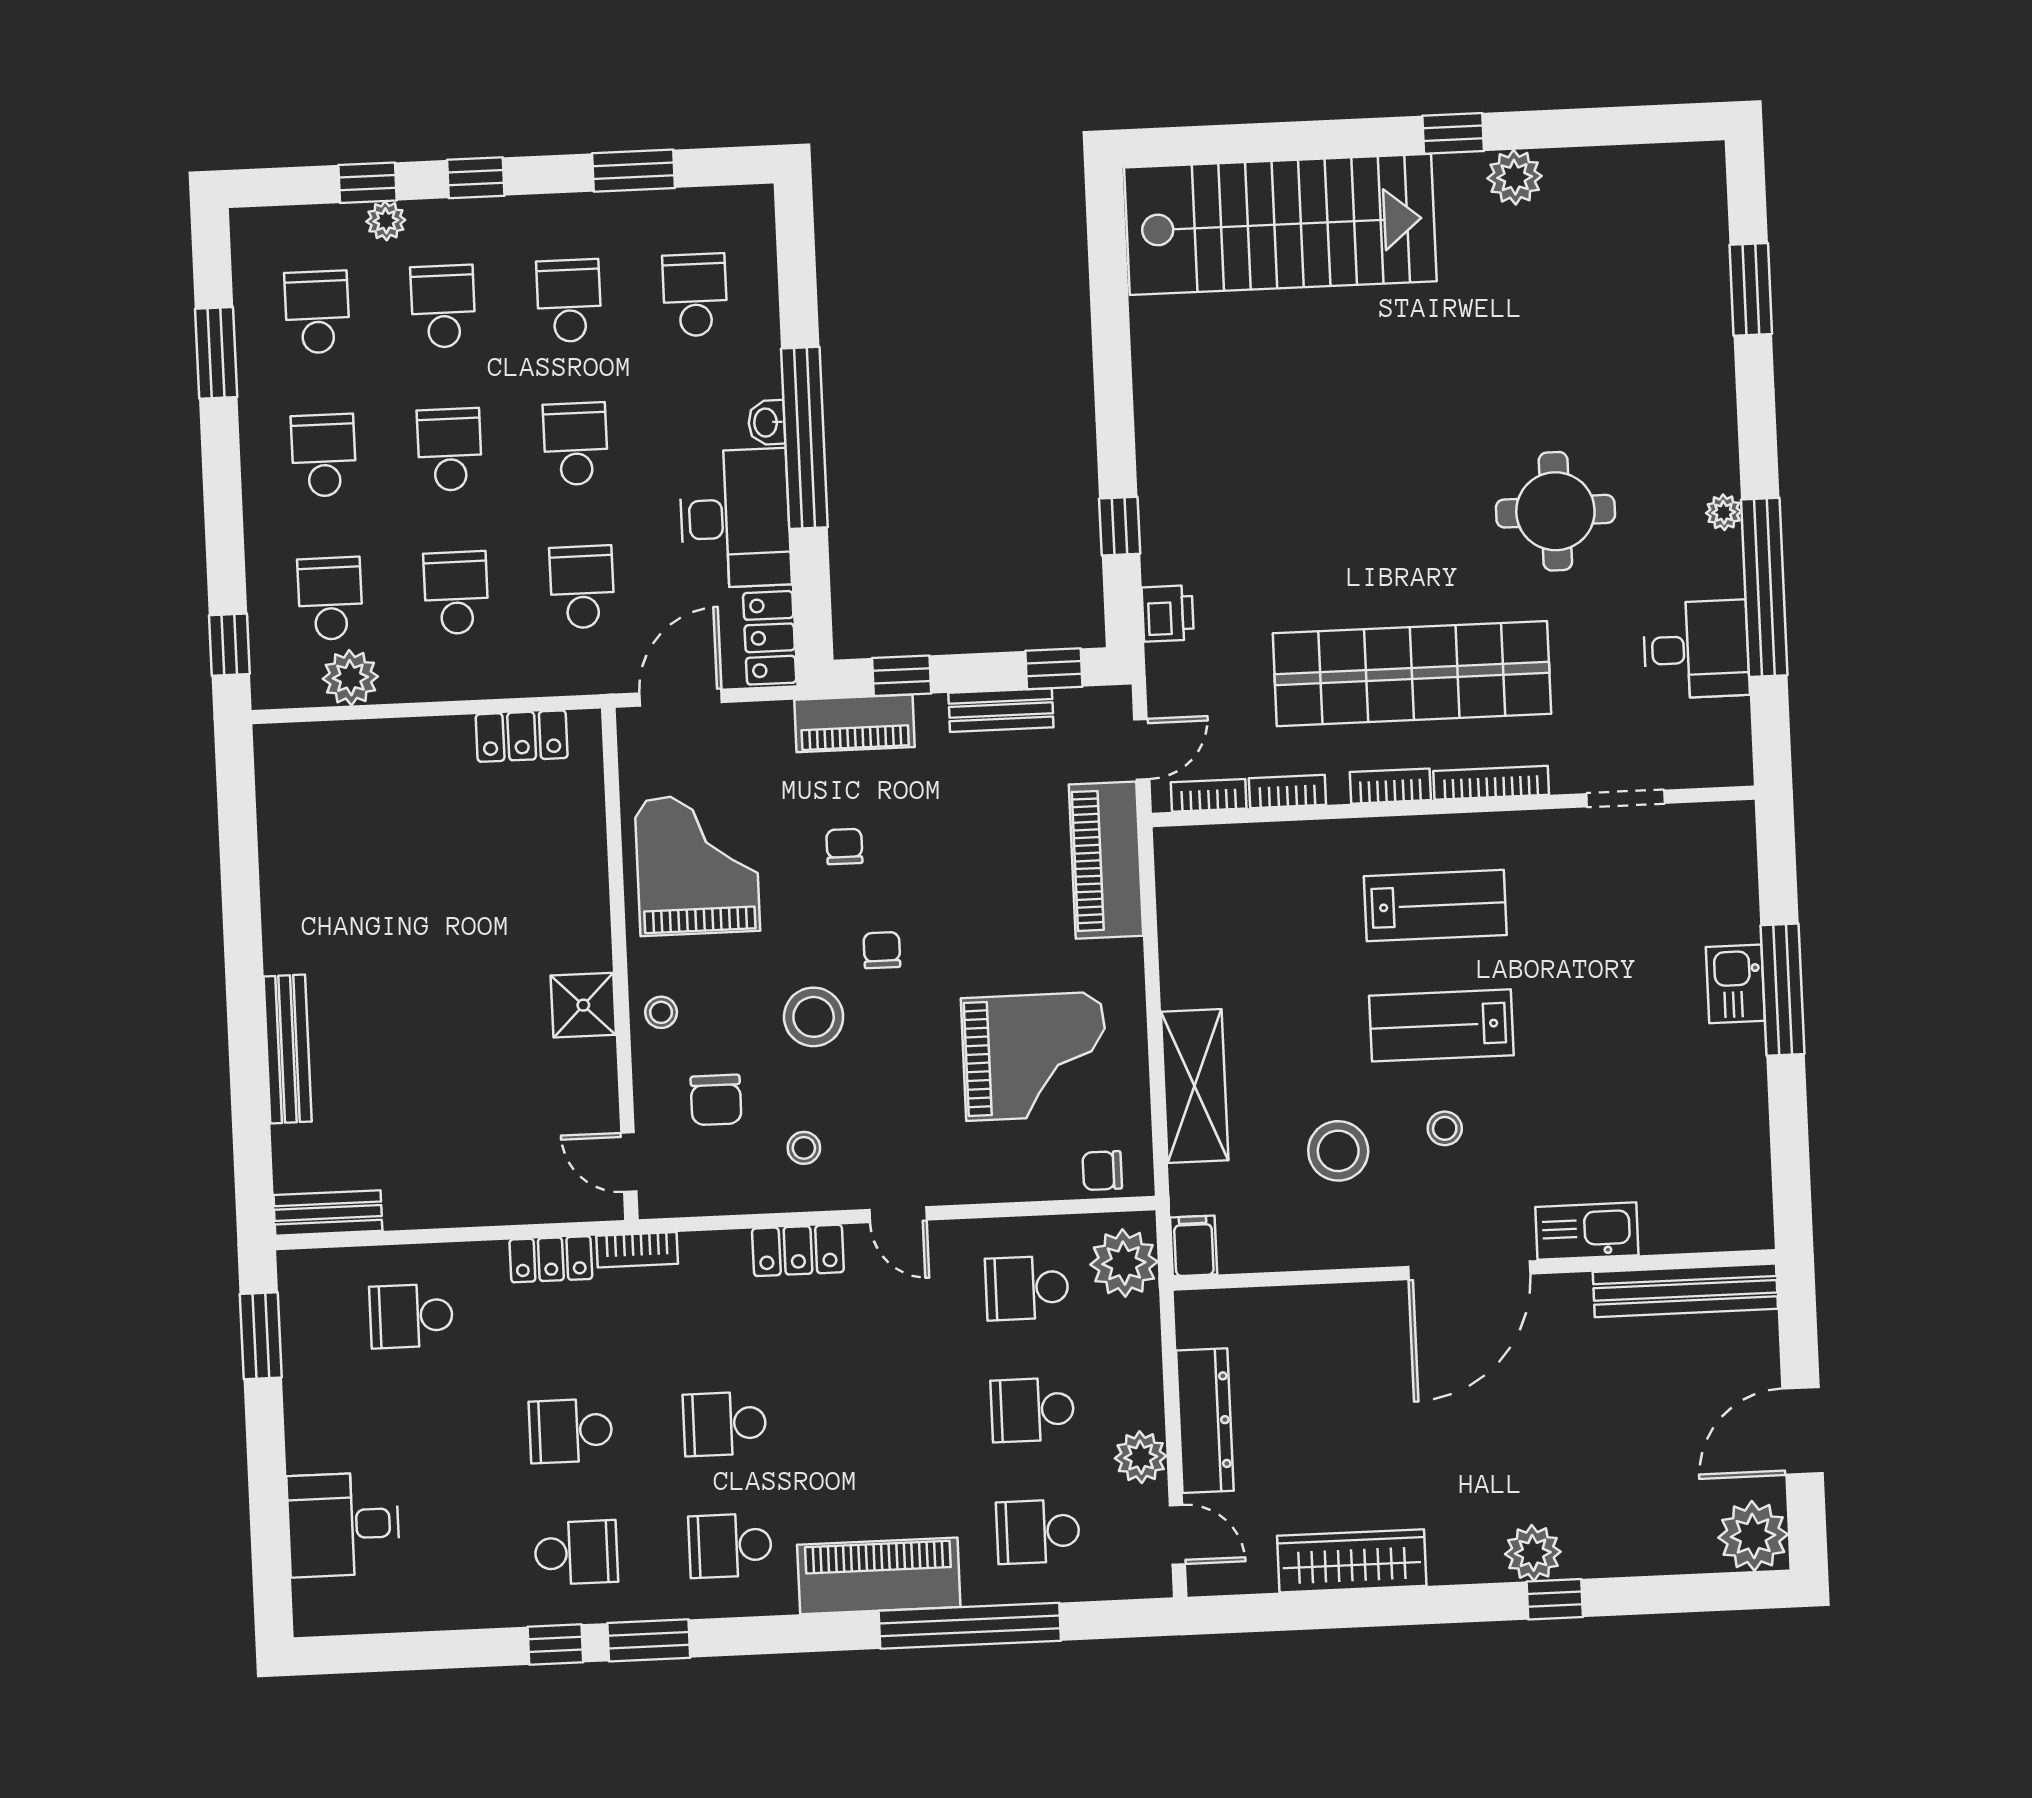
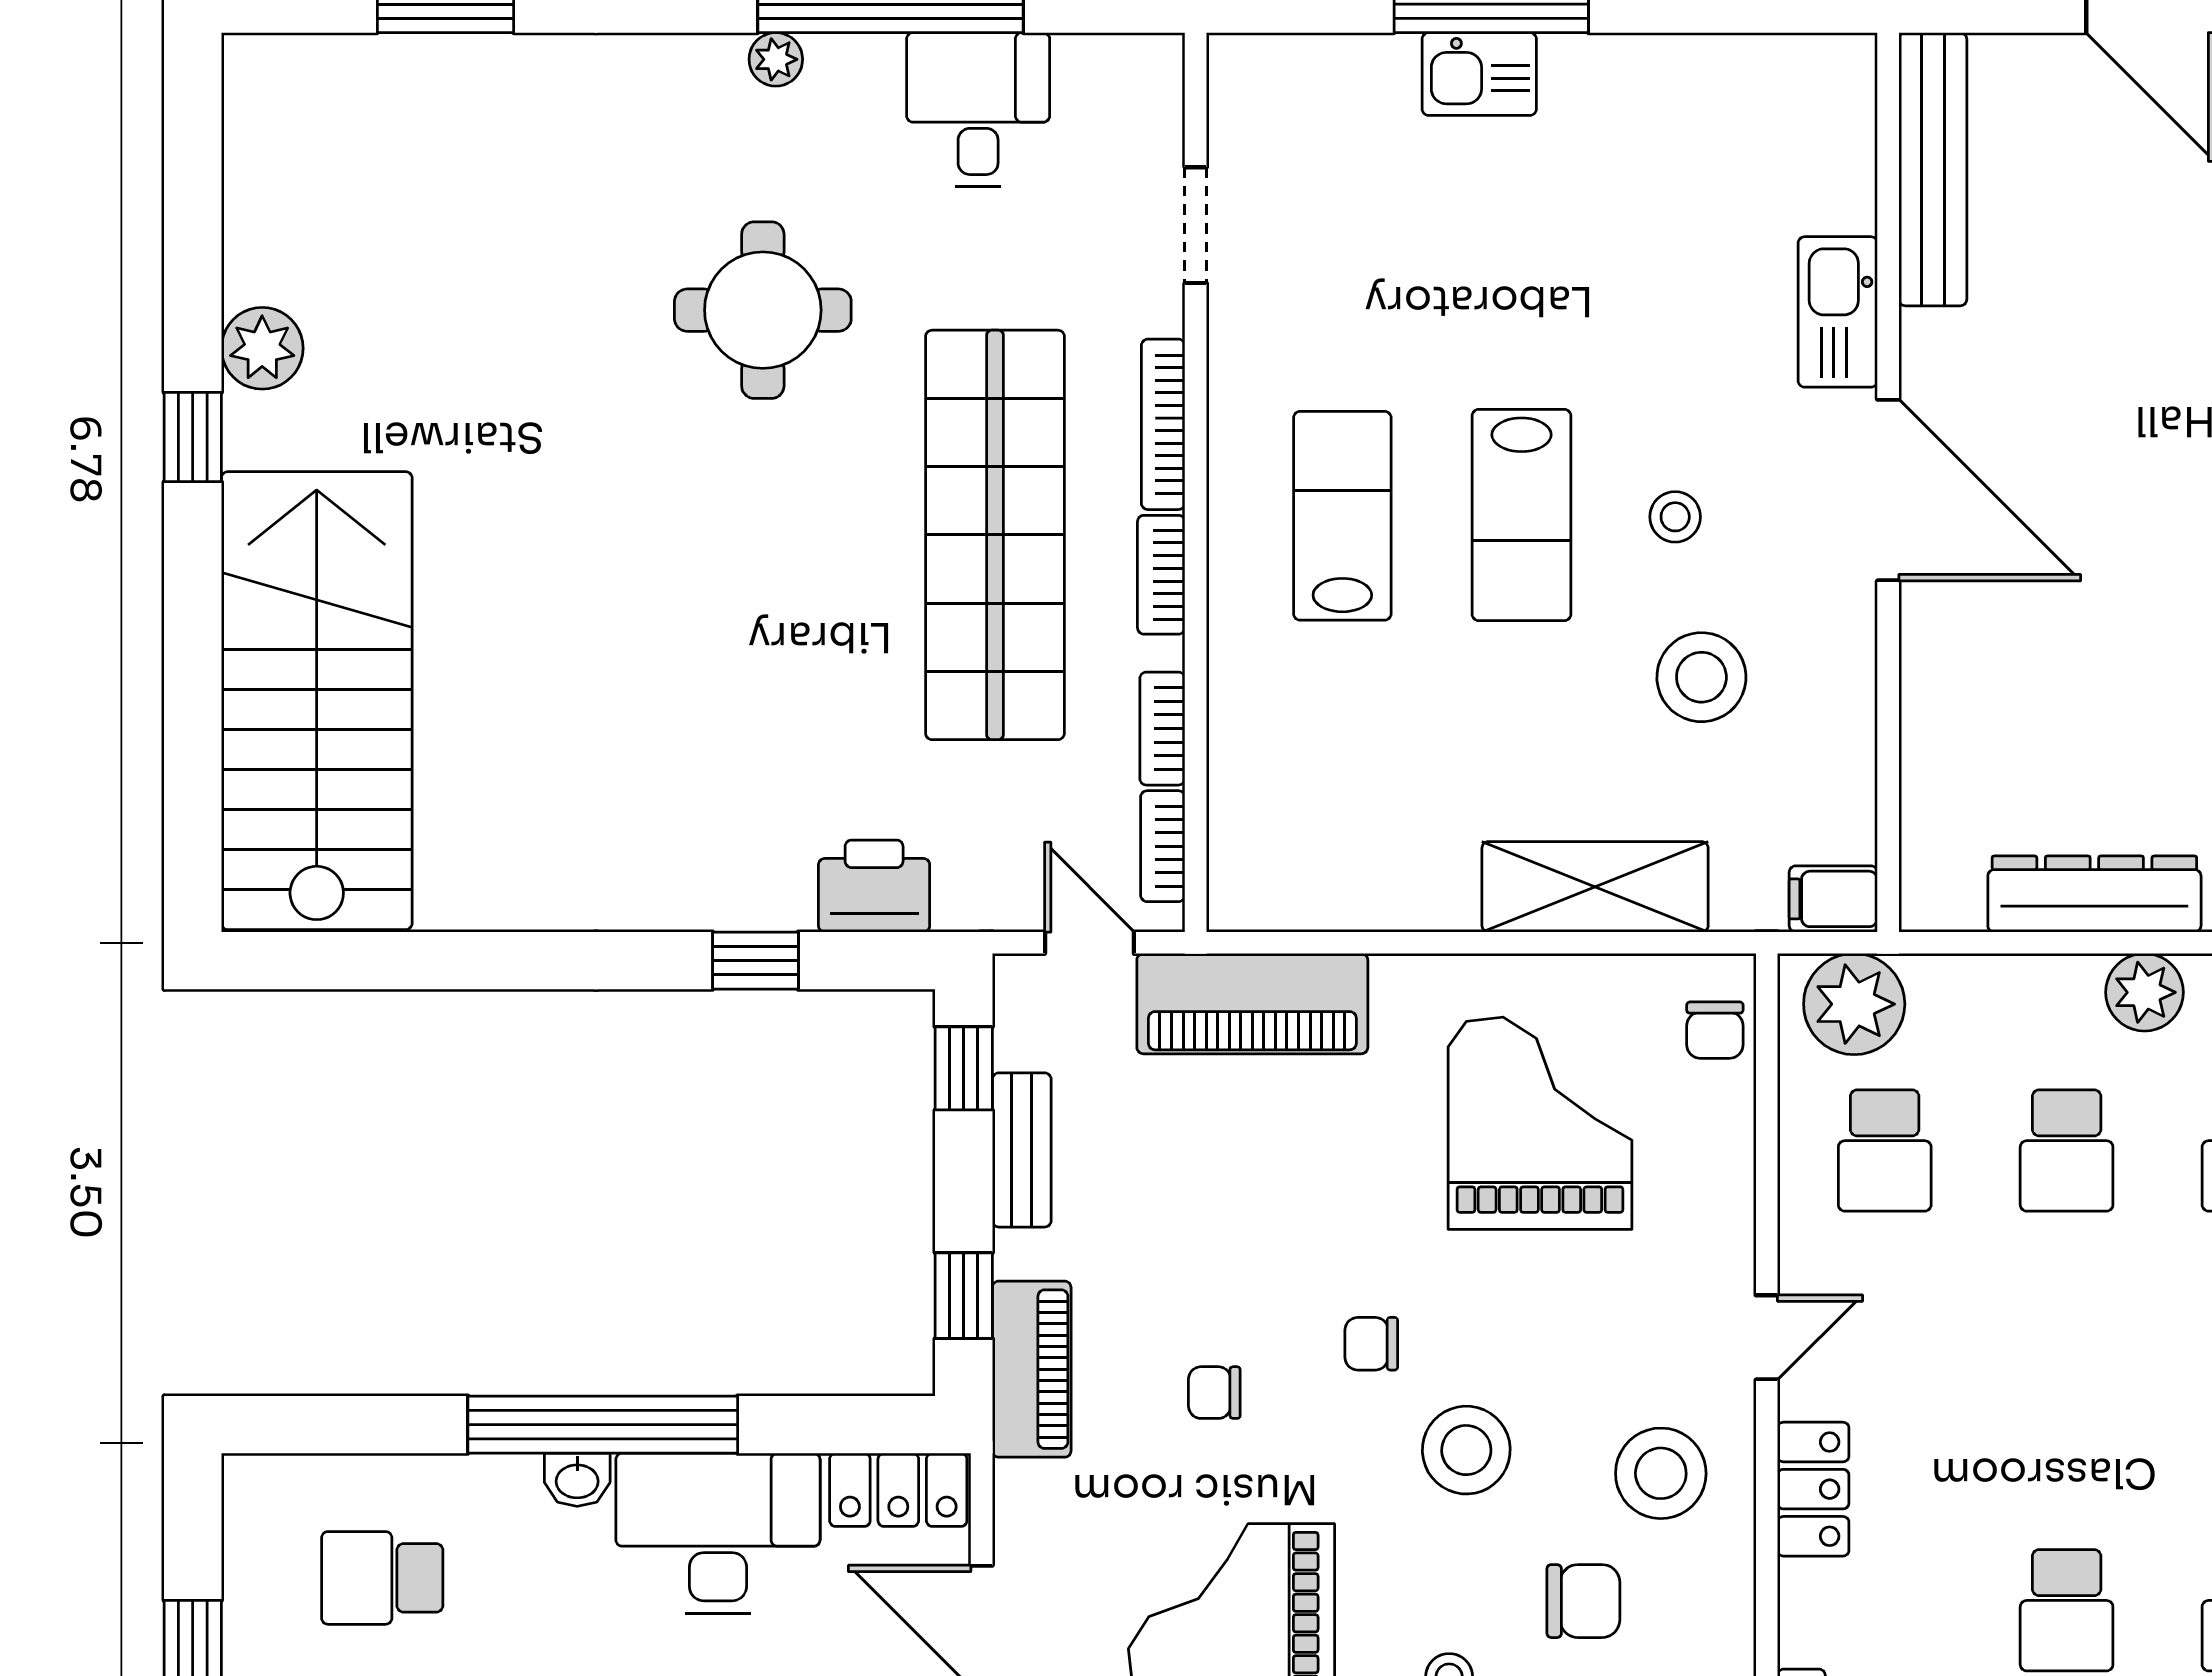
printer: (1168, 613) -> (874, 886), width x1.36, depth x1.24
stool: (804, 1148) -> (1661, 1473), width x1.89, depth x1.89

